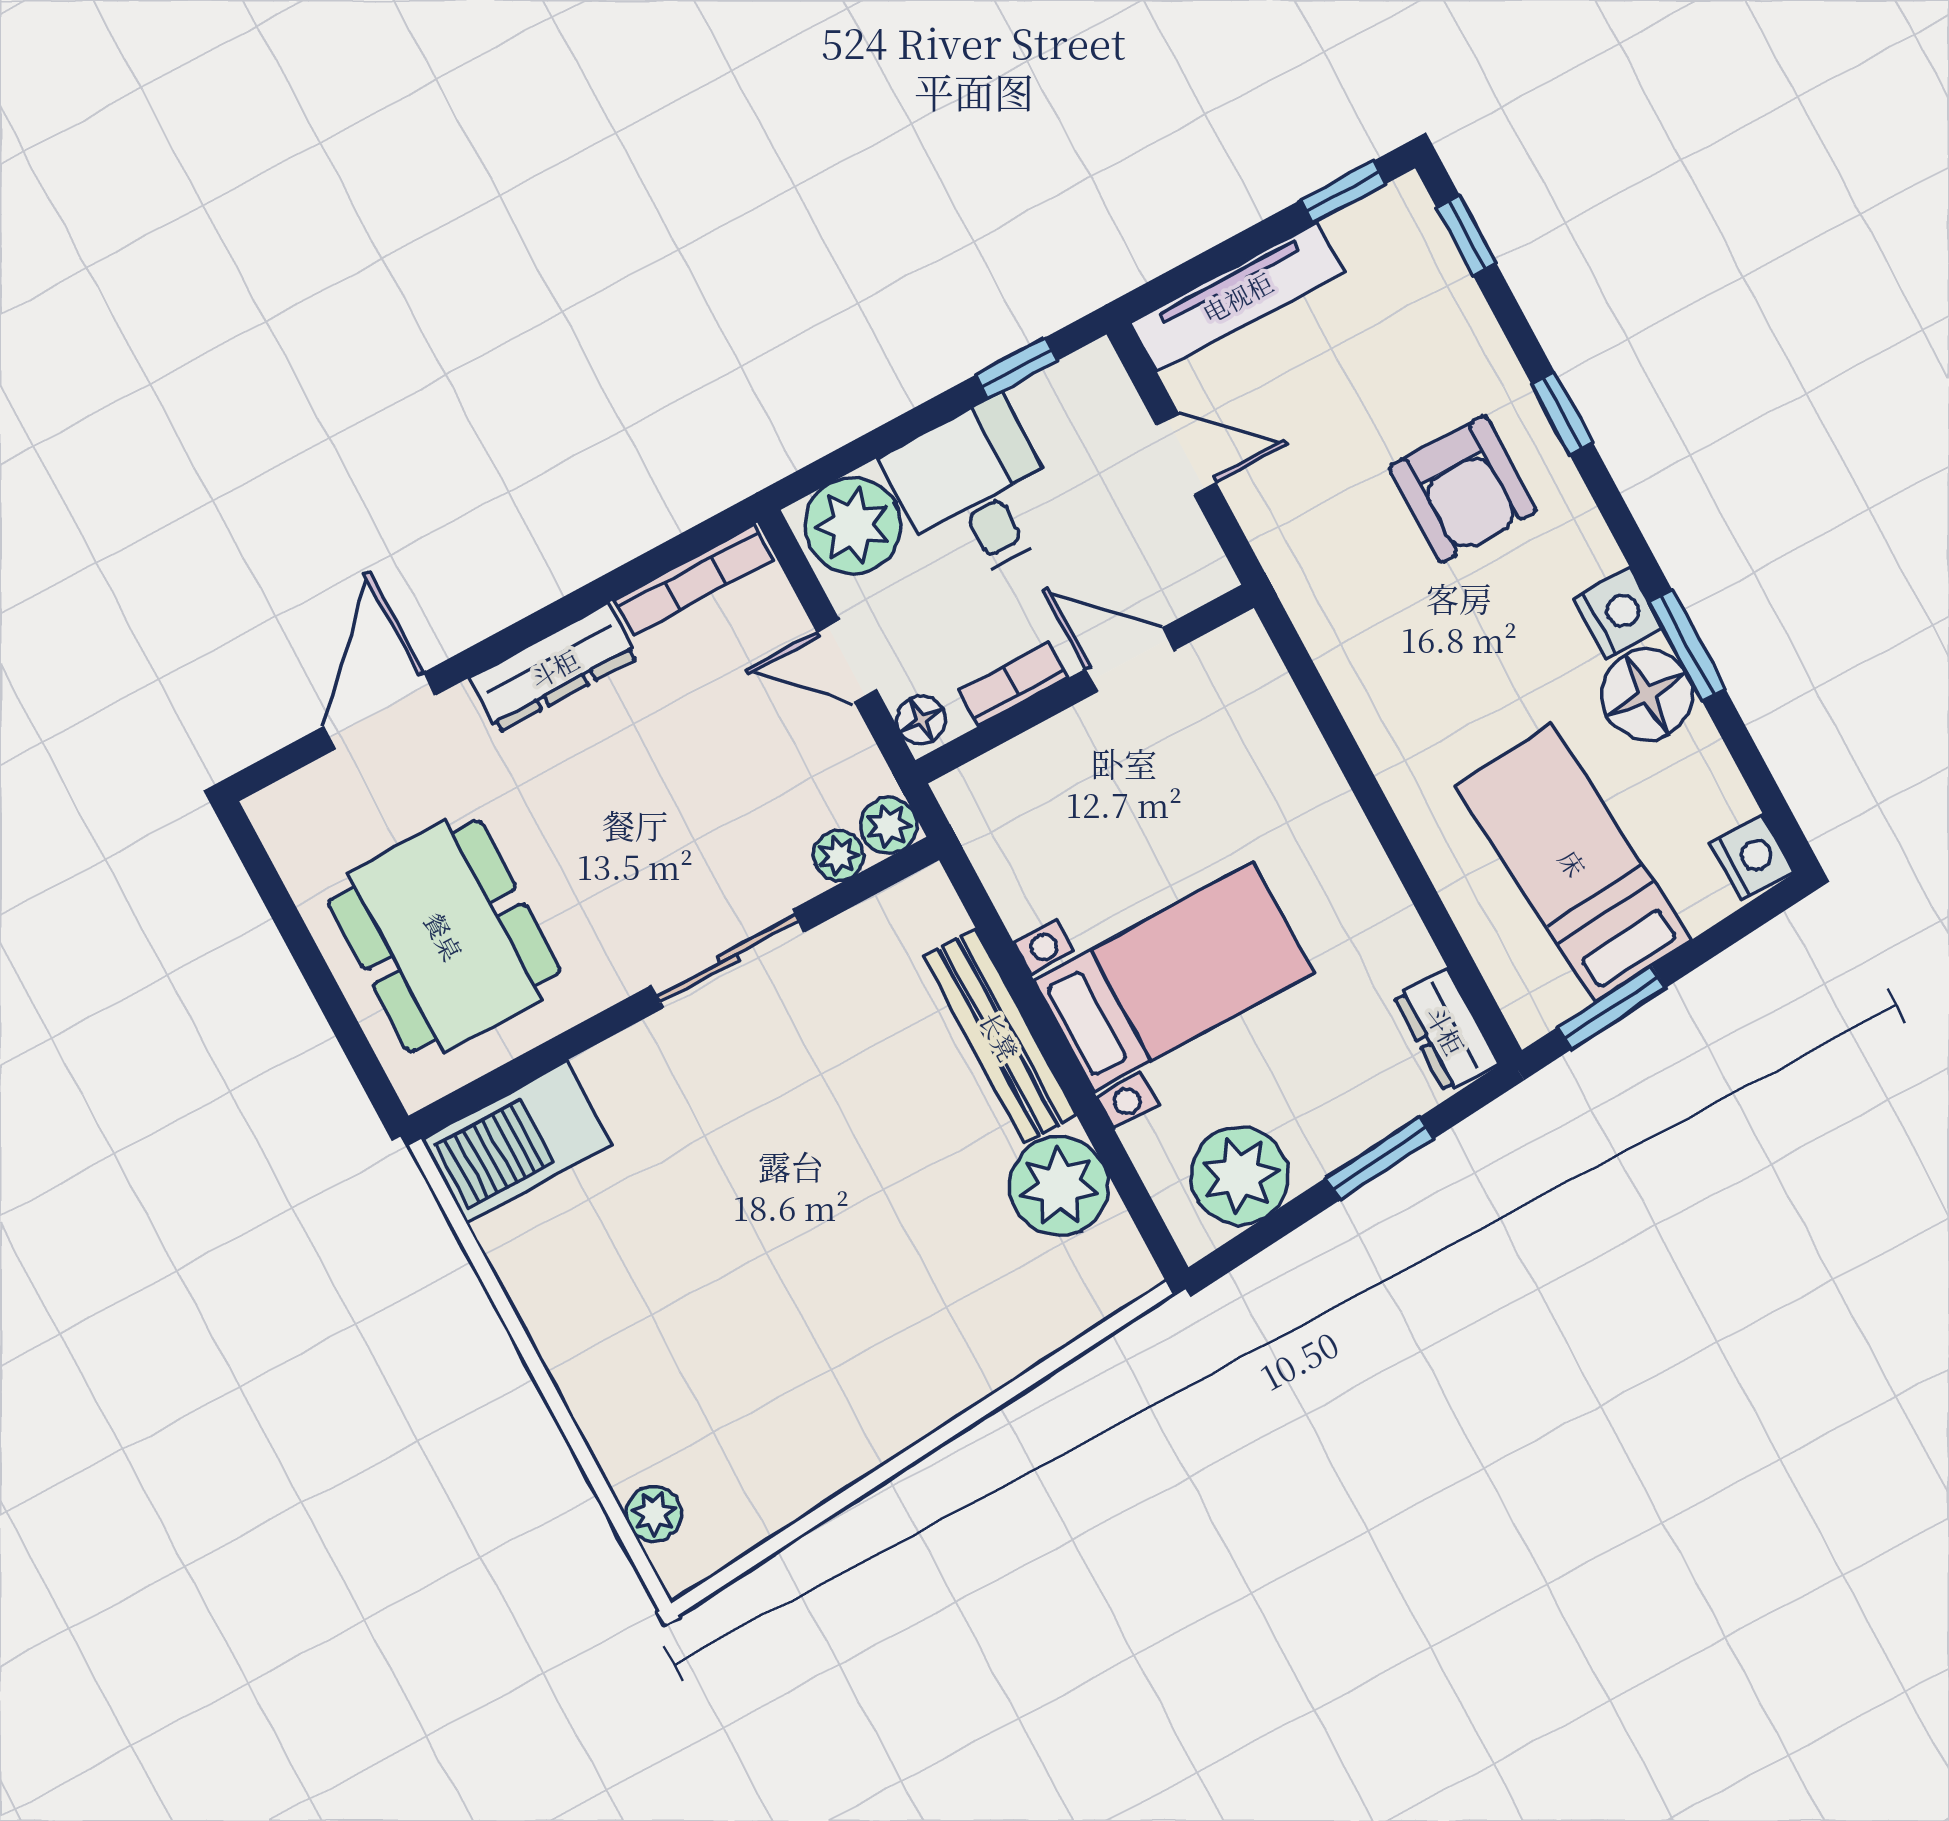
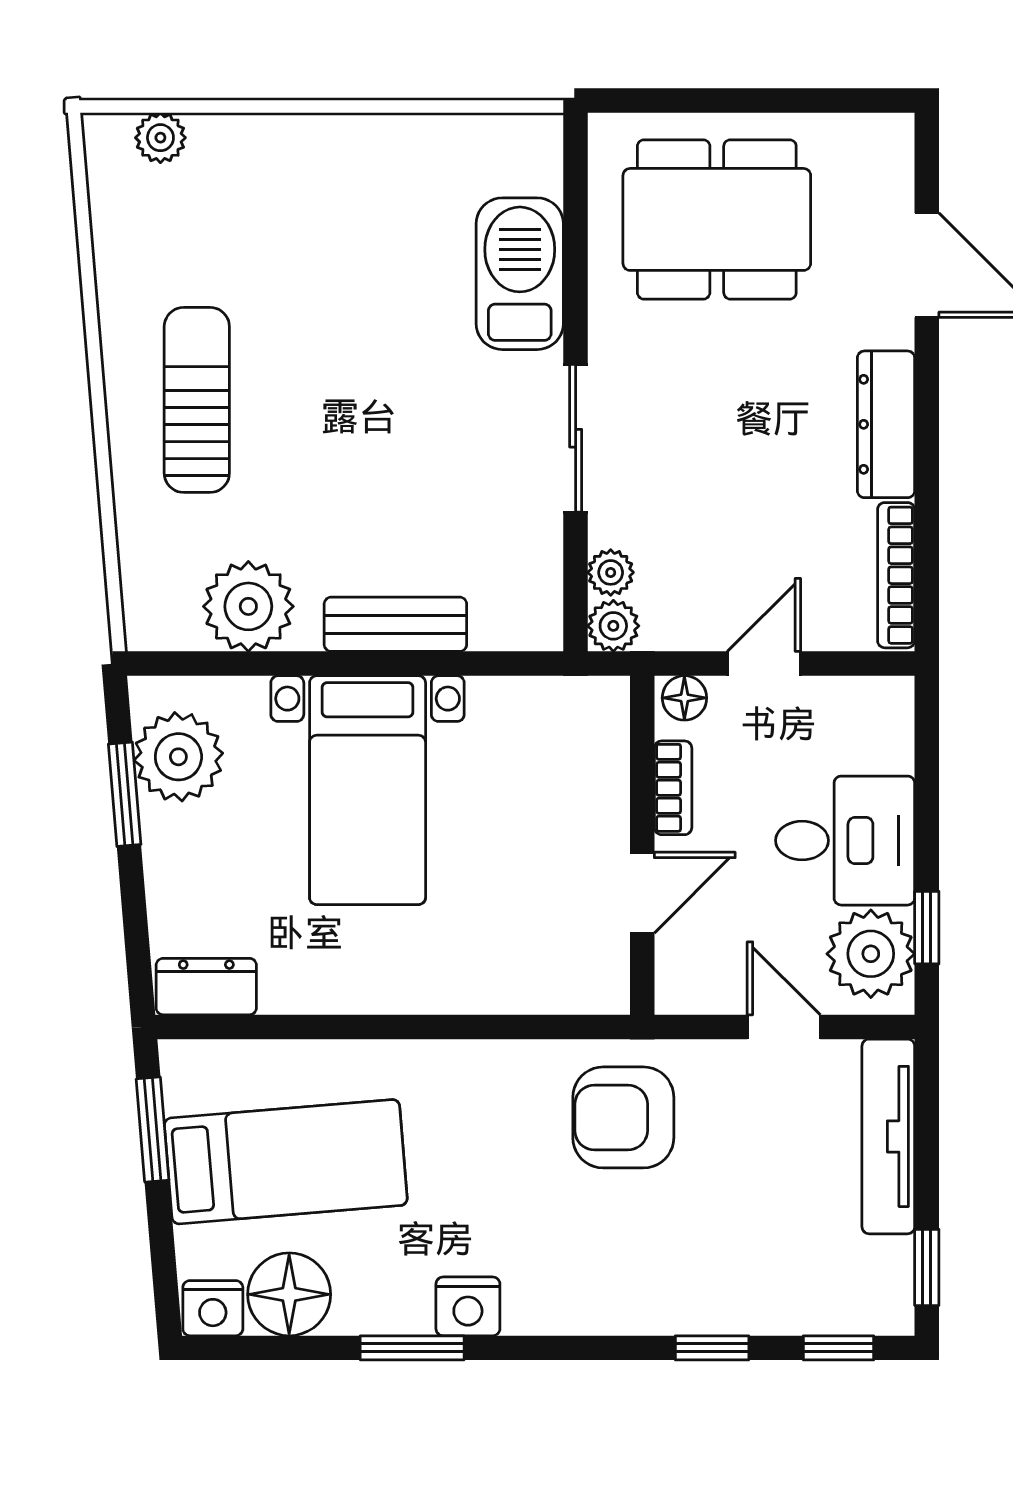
window: (1562, 413) -> (712, 1348), moved
door: (1186, 454) -> (784, 1027), swing flipped
armchair: (1463, 489) -> (623, 1117), moved
plant: (853, 525) -> (871, 954), moved
floor lamp: (1647, 694) -> (289, 1294), moved
bench: (1000, 1036) -> (395, 624), width x0.73
barbecue: (516, 1142) -> (520, 274), moved
window: (1380, 1158) -> (125, 794), moved
sun lounger: (887, 1343) -> (197, 400), added

